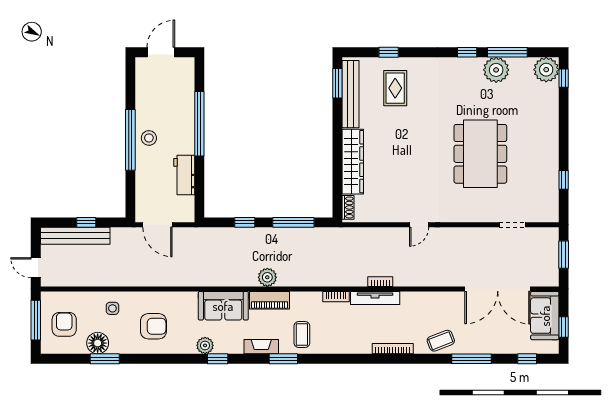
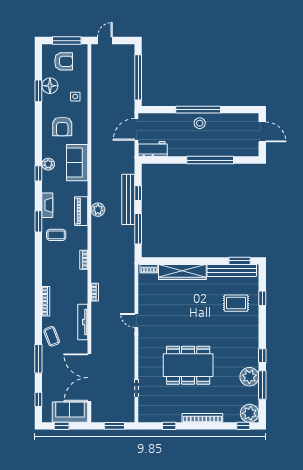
bookcase: (552, 134) -> (202, 418), added
workbench: (184, 175) -> (153, 149), moved
window: (86, 222) -> (138, 77), width x3.17
bench: (75, 236) -> (128, 199), moved
tv unit: (375, 298) -> (83, 322), moved
sofa: (223, 306) -> (77, 163), moved

